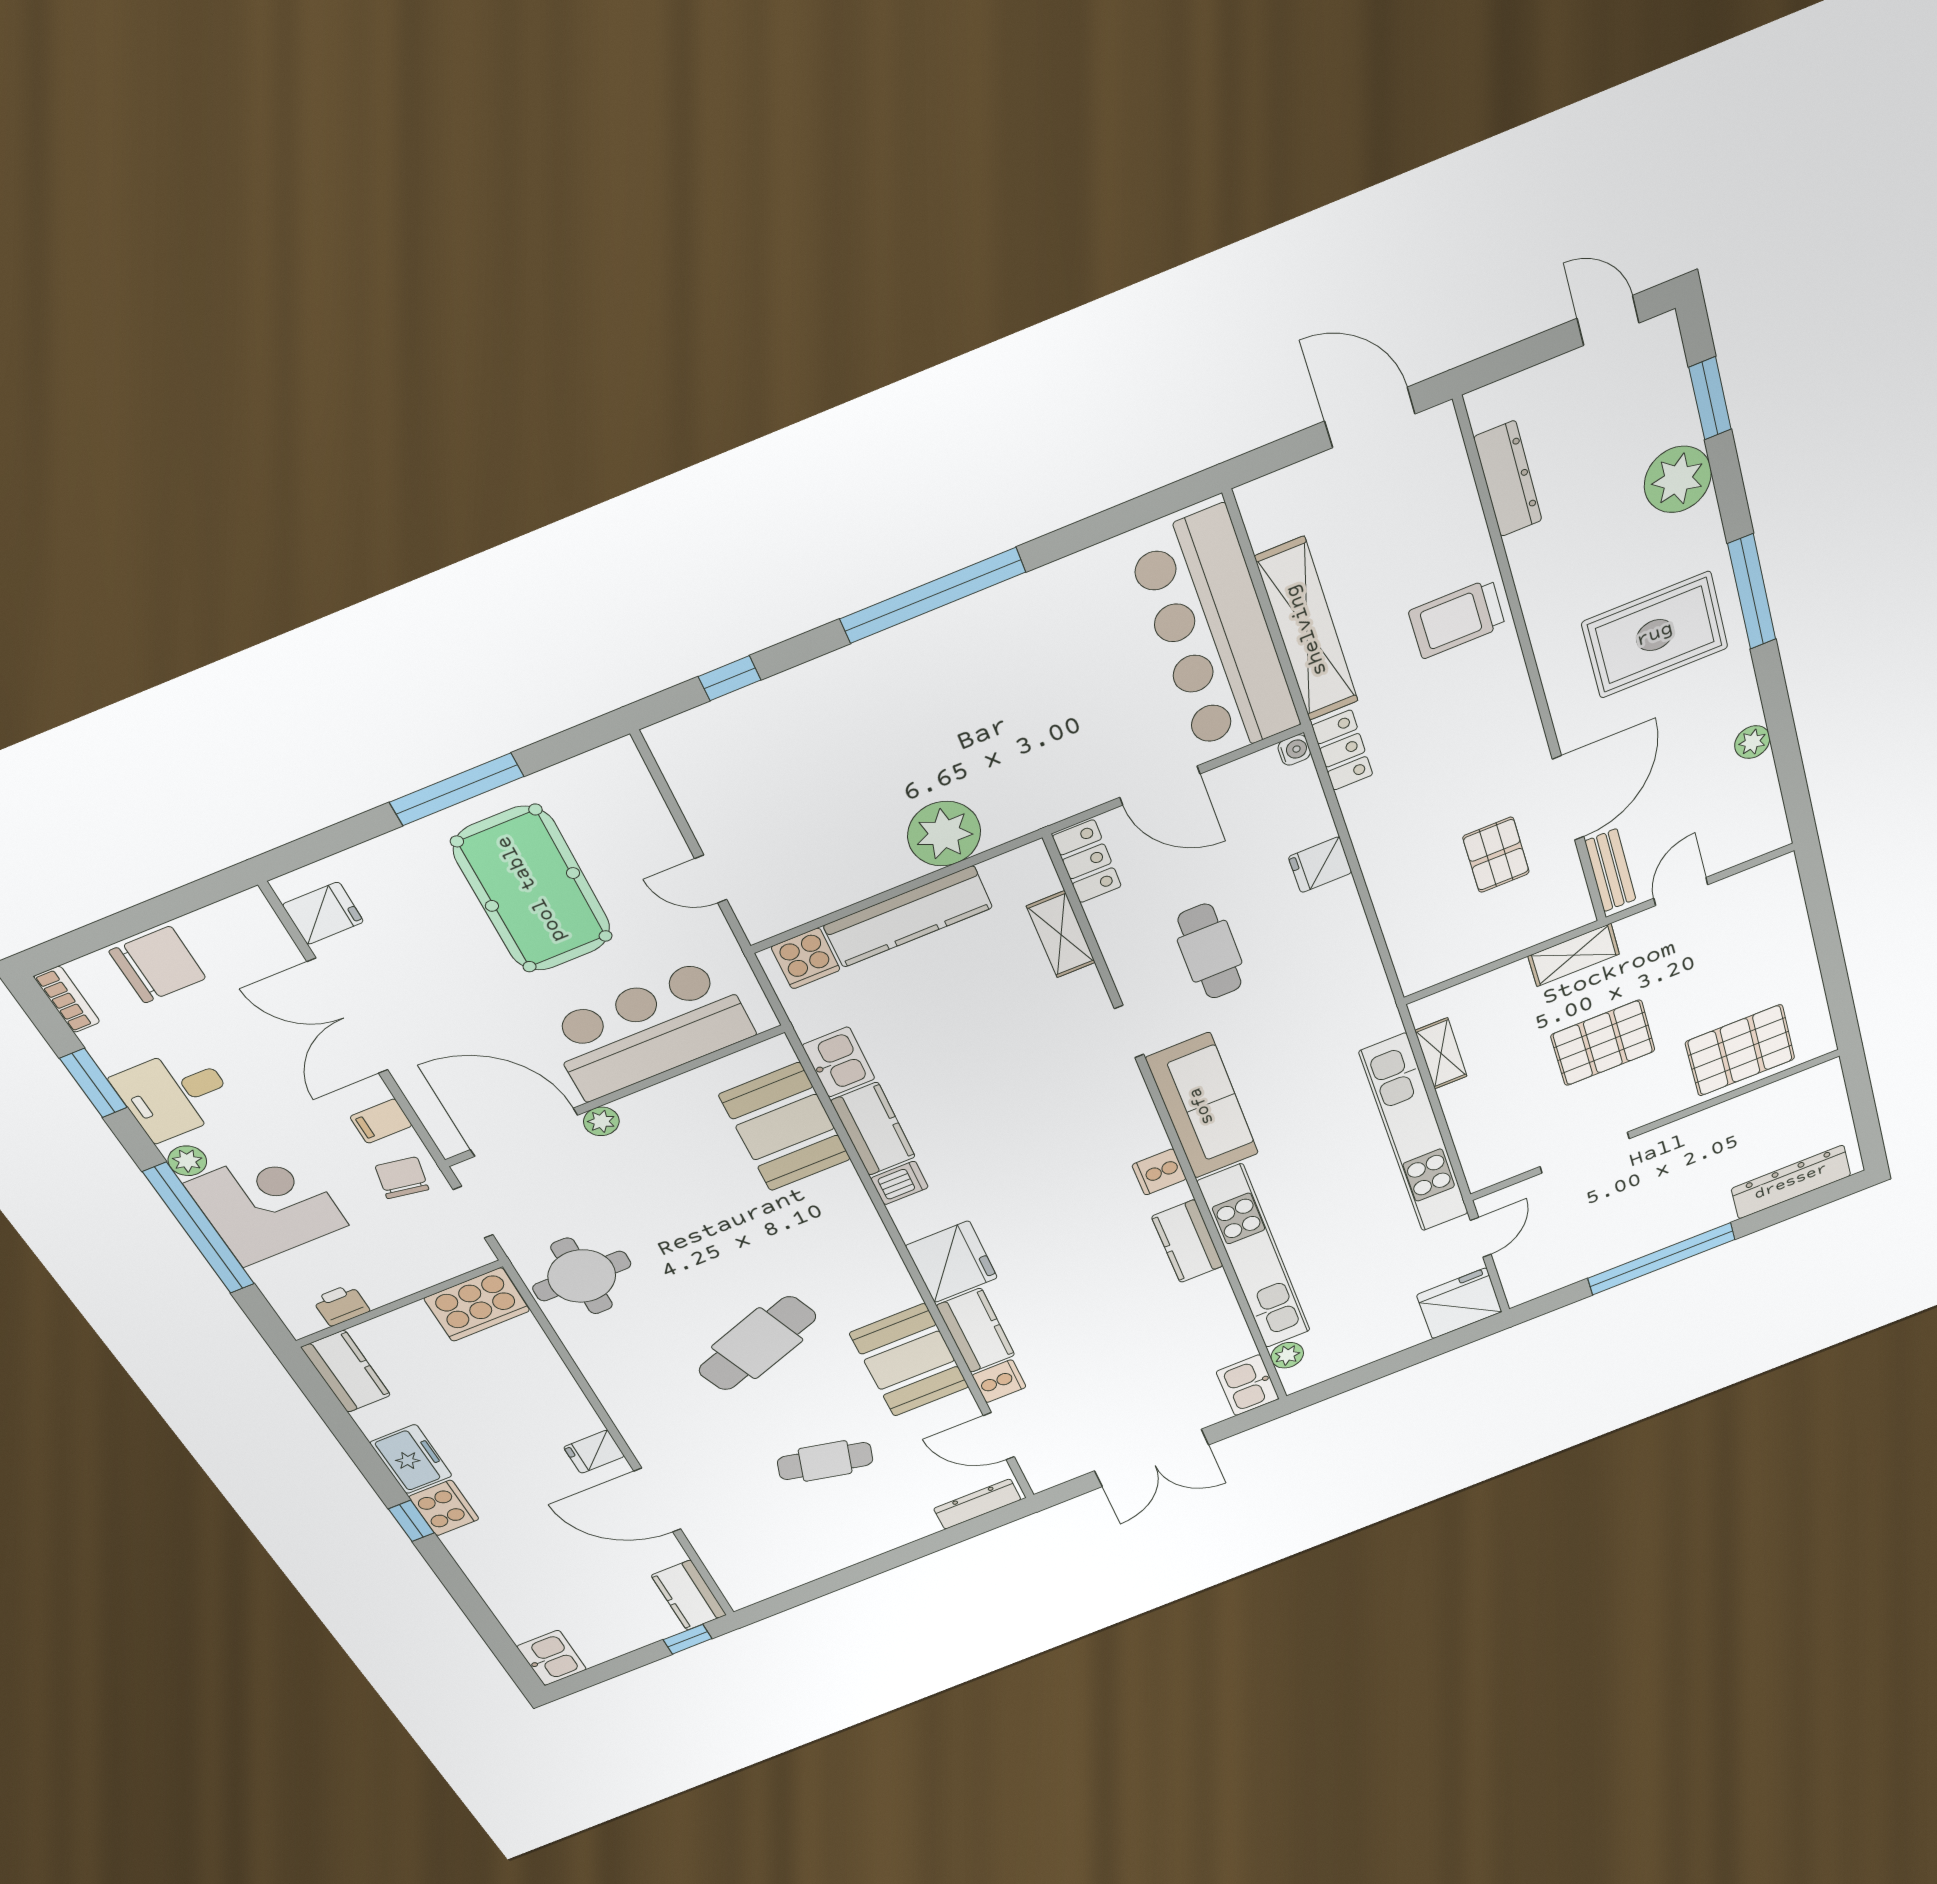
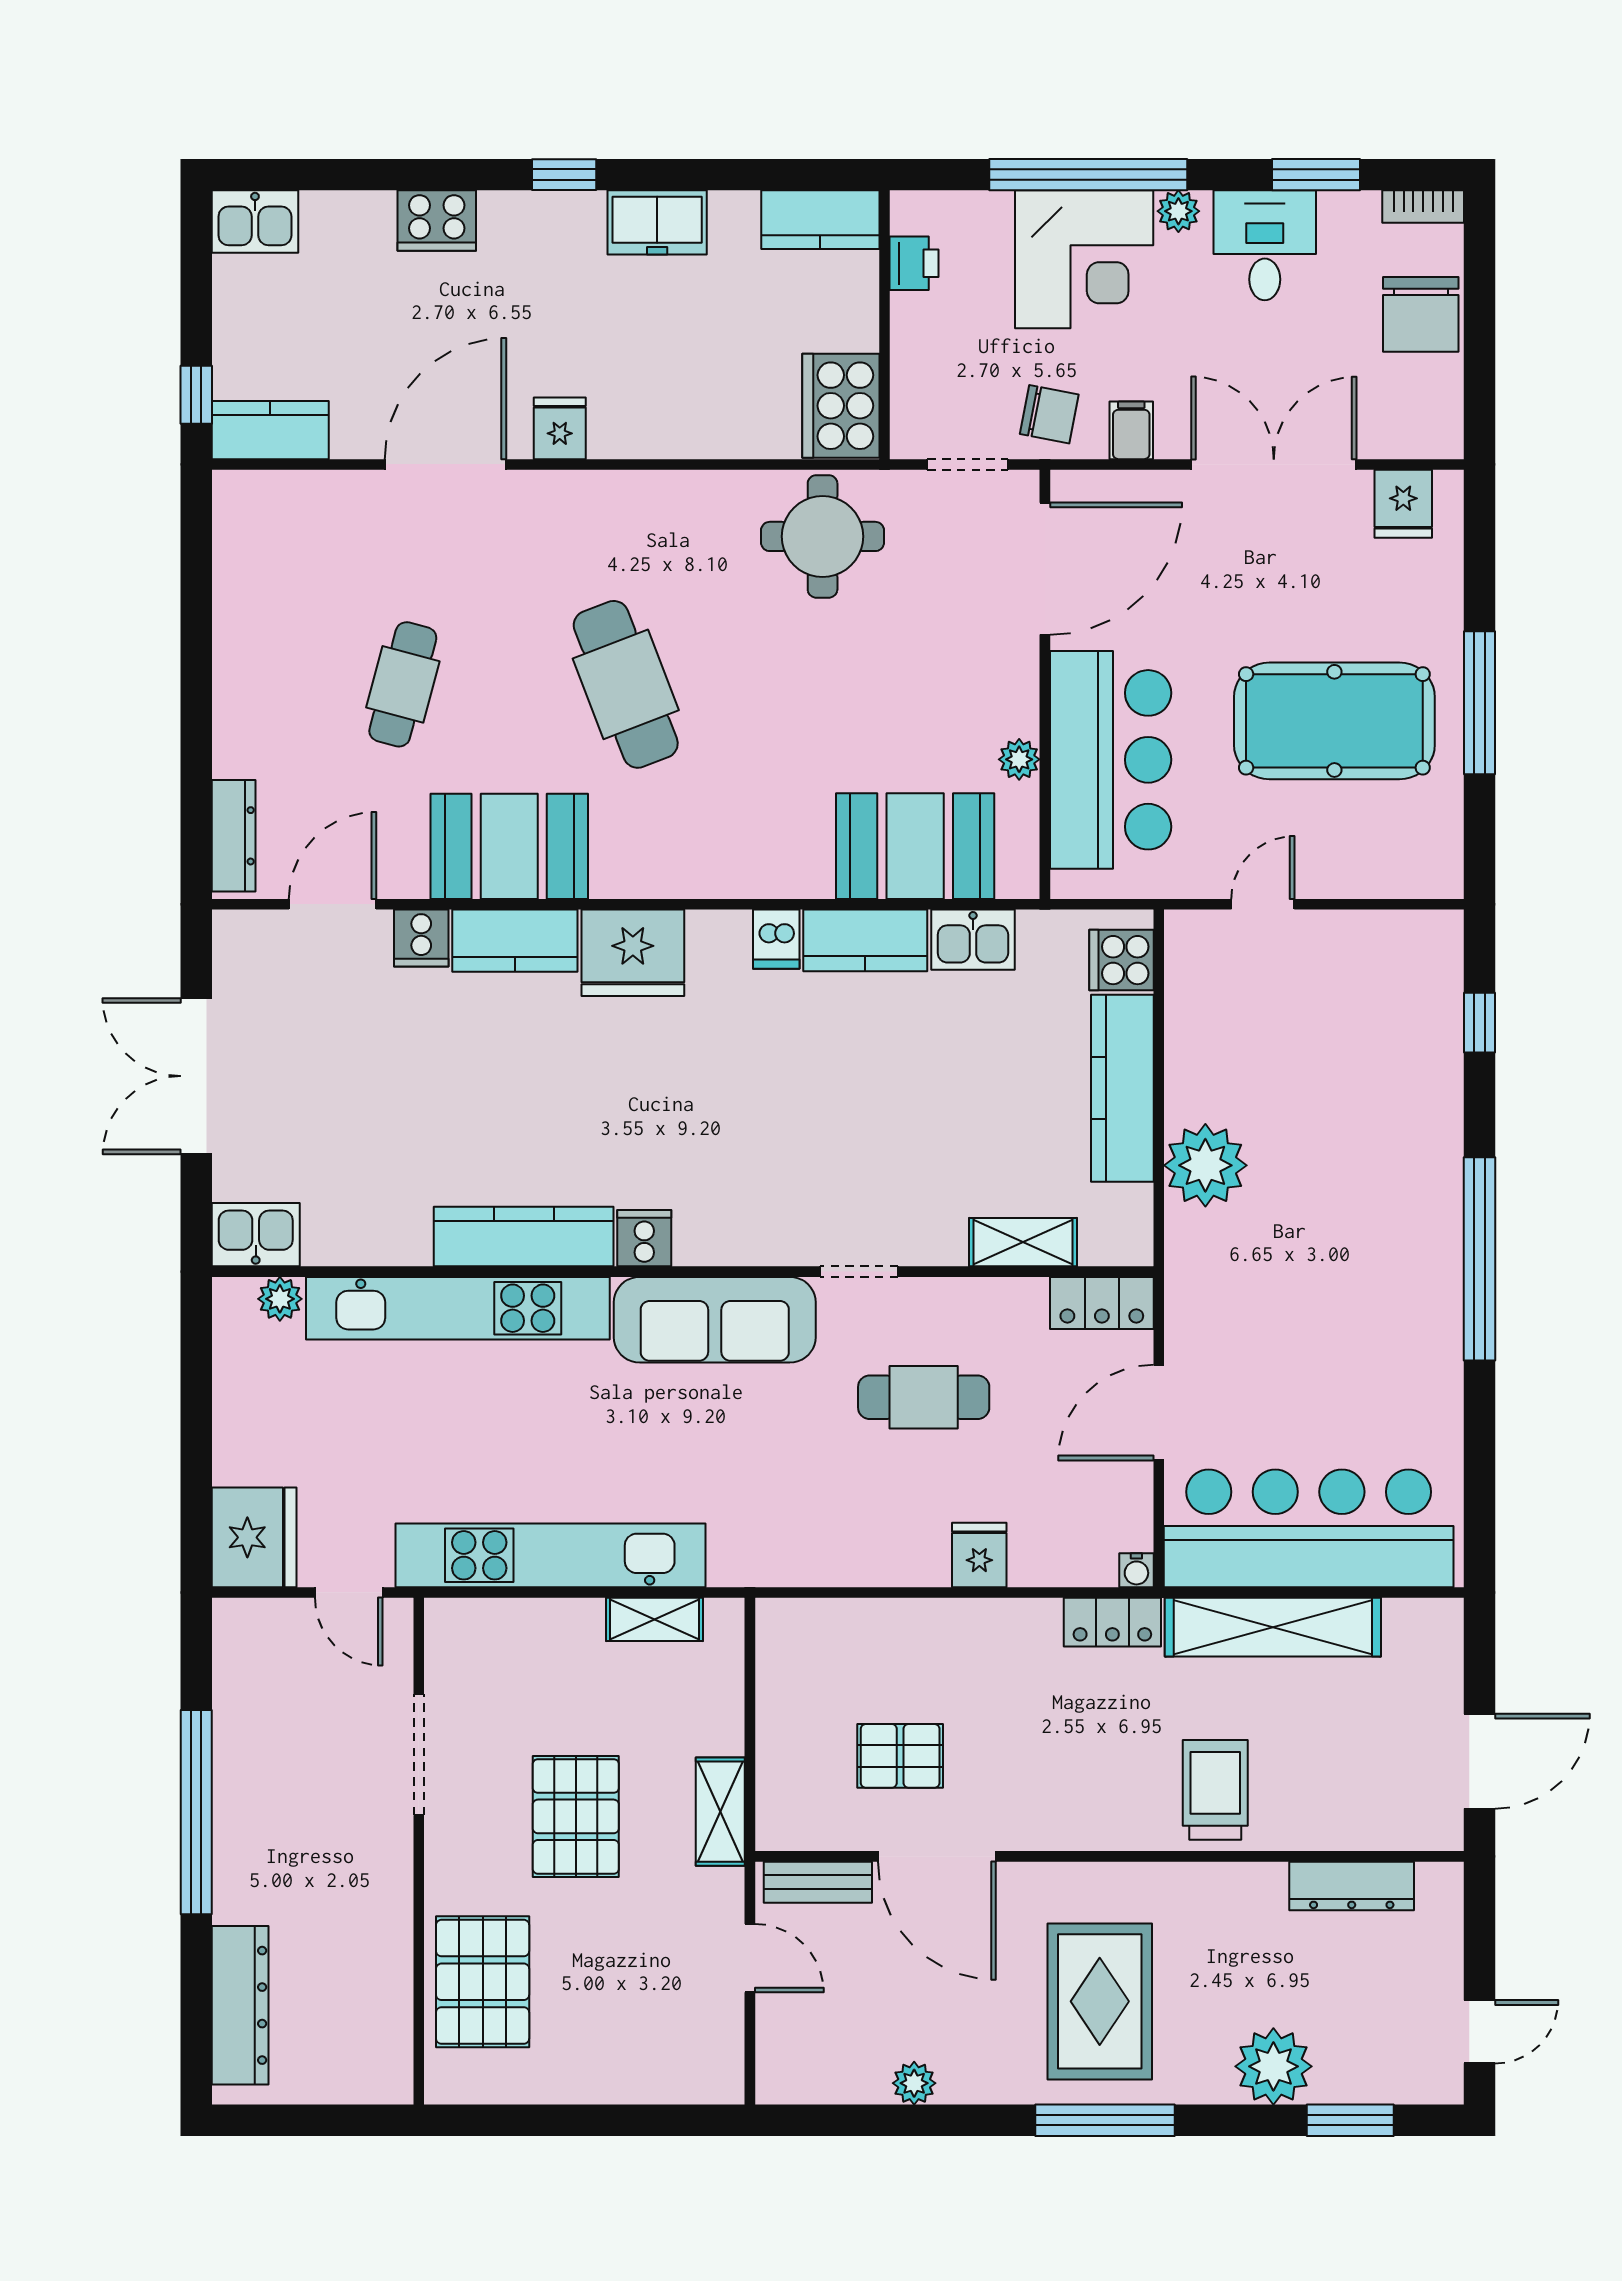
plant: (601, 1121) -> (1019, 759), moved
kitchen counter: (1187, 1241) -> (524, 1237), width x1.50
cooker: (444, 1508) -> (437, 220), moved

